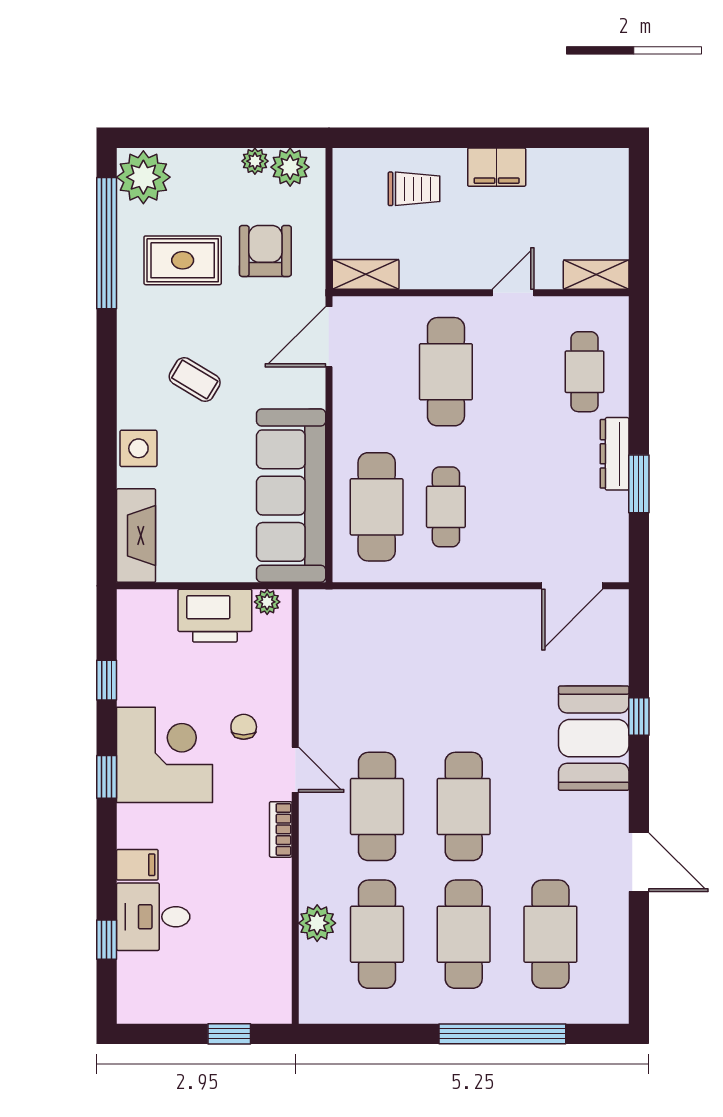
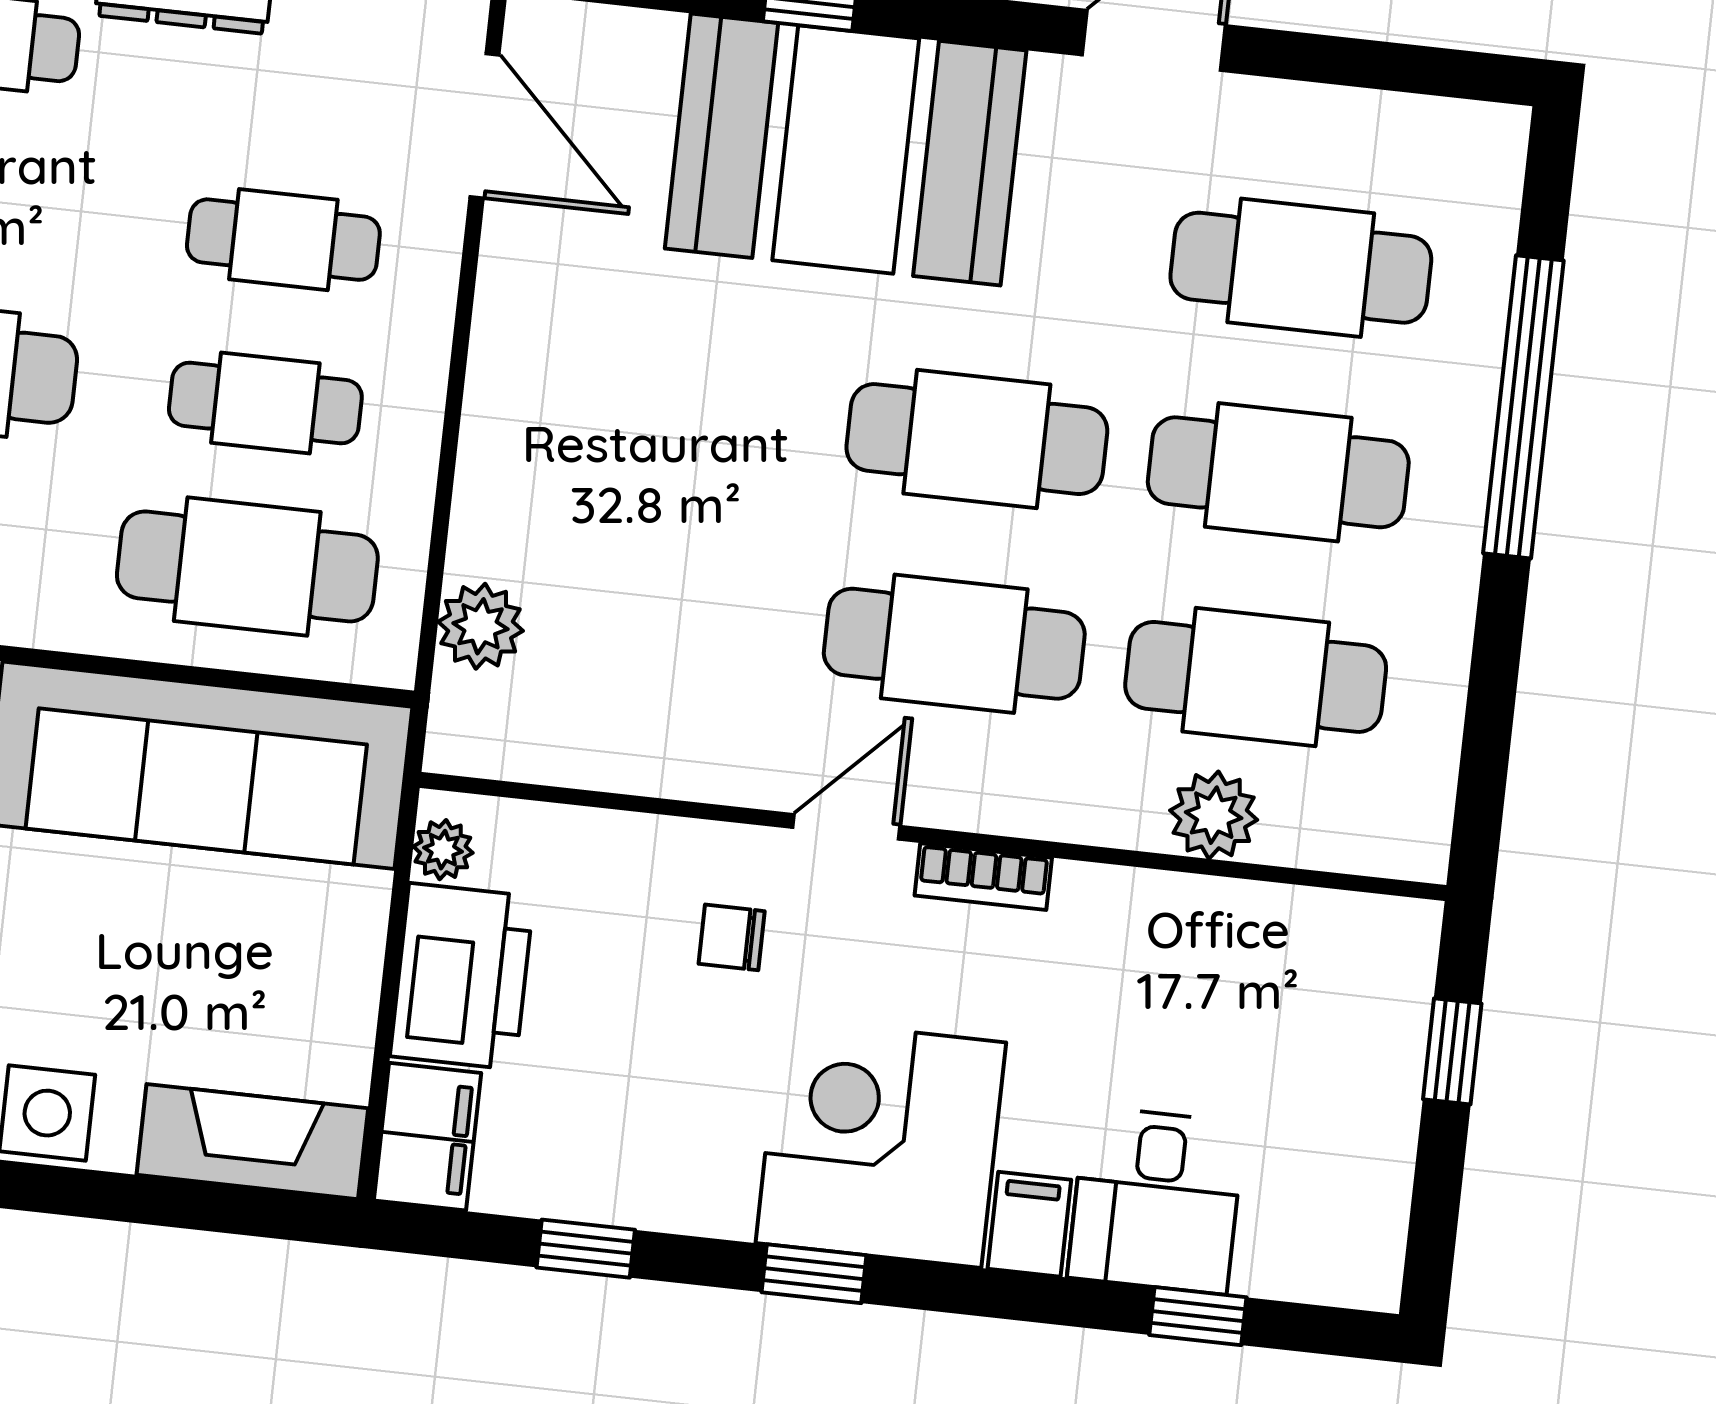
cafe table: (515, 507) -> (283, 240), added
plant: (362, 607) -> (480, 626), added
filing cabinet: (146, 609) -> (427, 1137), added
booth: (594, 738) -> (846, 149), width x1.36, depth x1.42
corner desk: (165, 755) -> (881, 1143), moved

